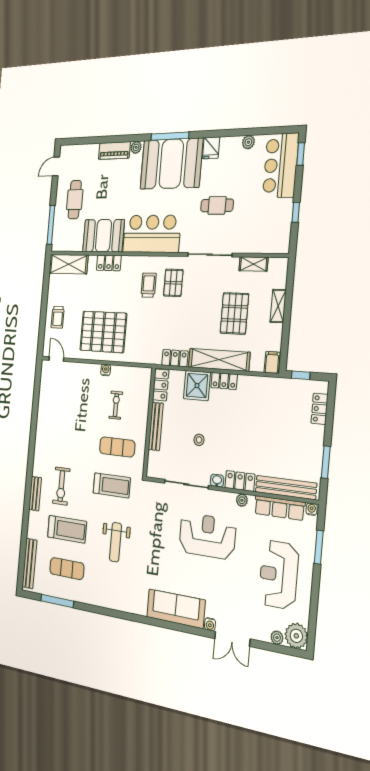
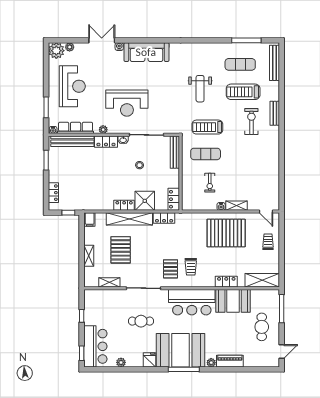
shelving: (88, 370) -> (236, 206), added
bench: (156, 426) -> (175, 152), moved
weight bench: (115, 542) -> (200, 89), turned 180

